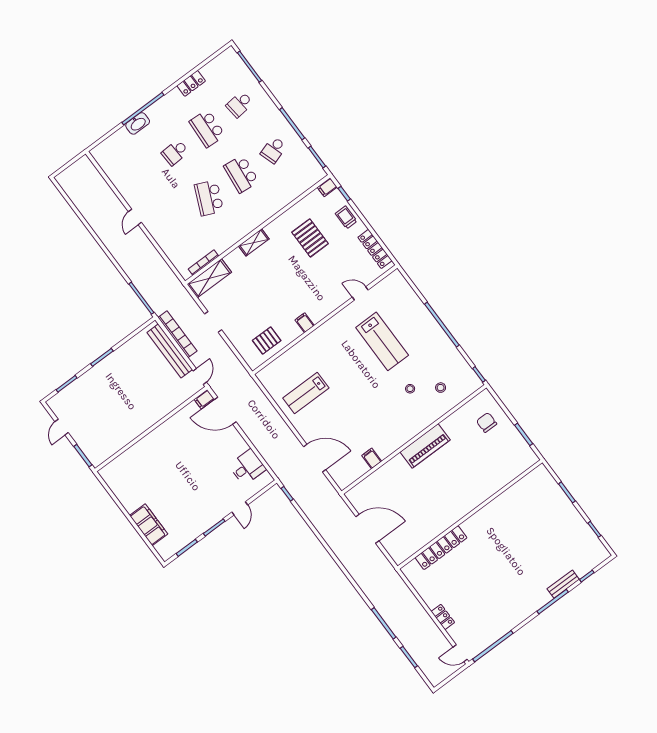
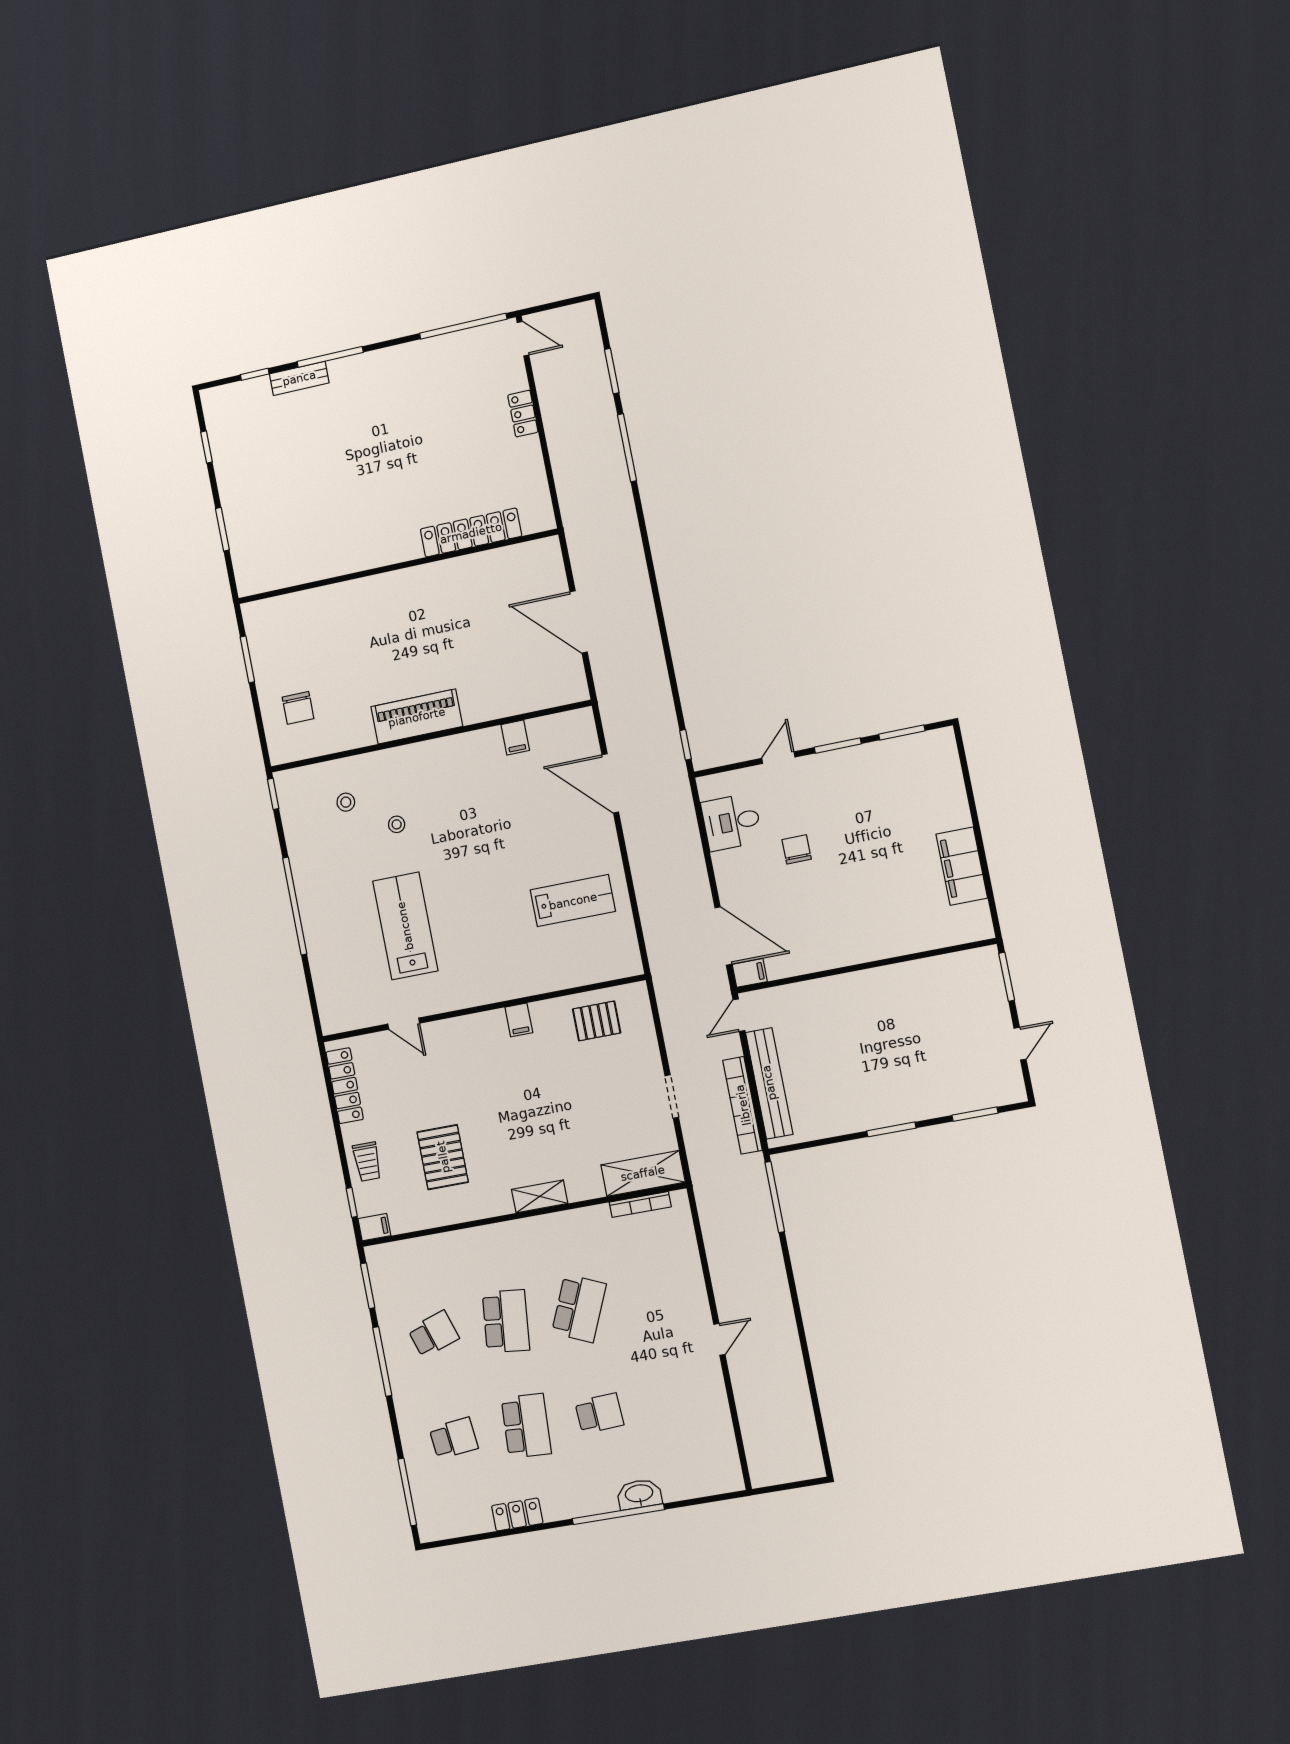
chair: (210, 469) -> (797, 849), added
filing cabinet: (149, 525) -> (962, 866), moved

